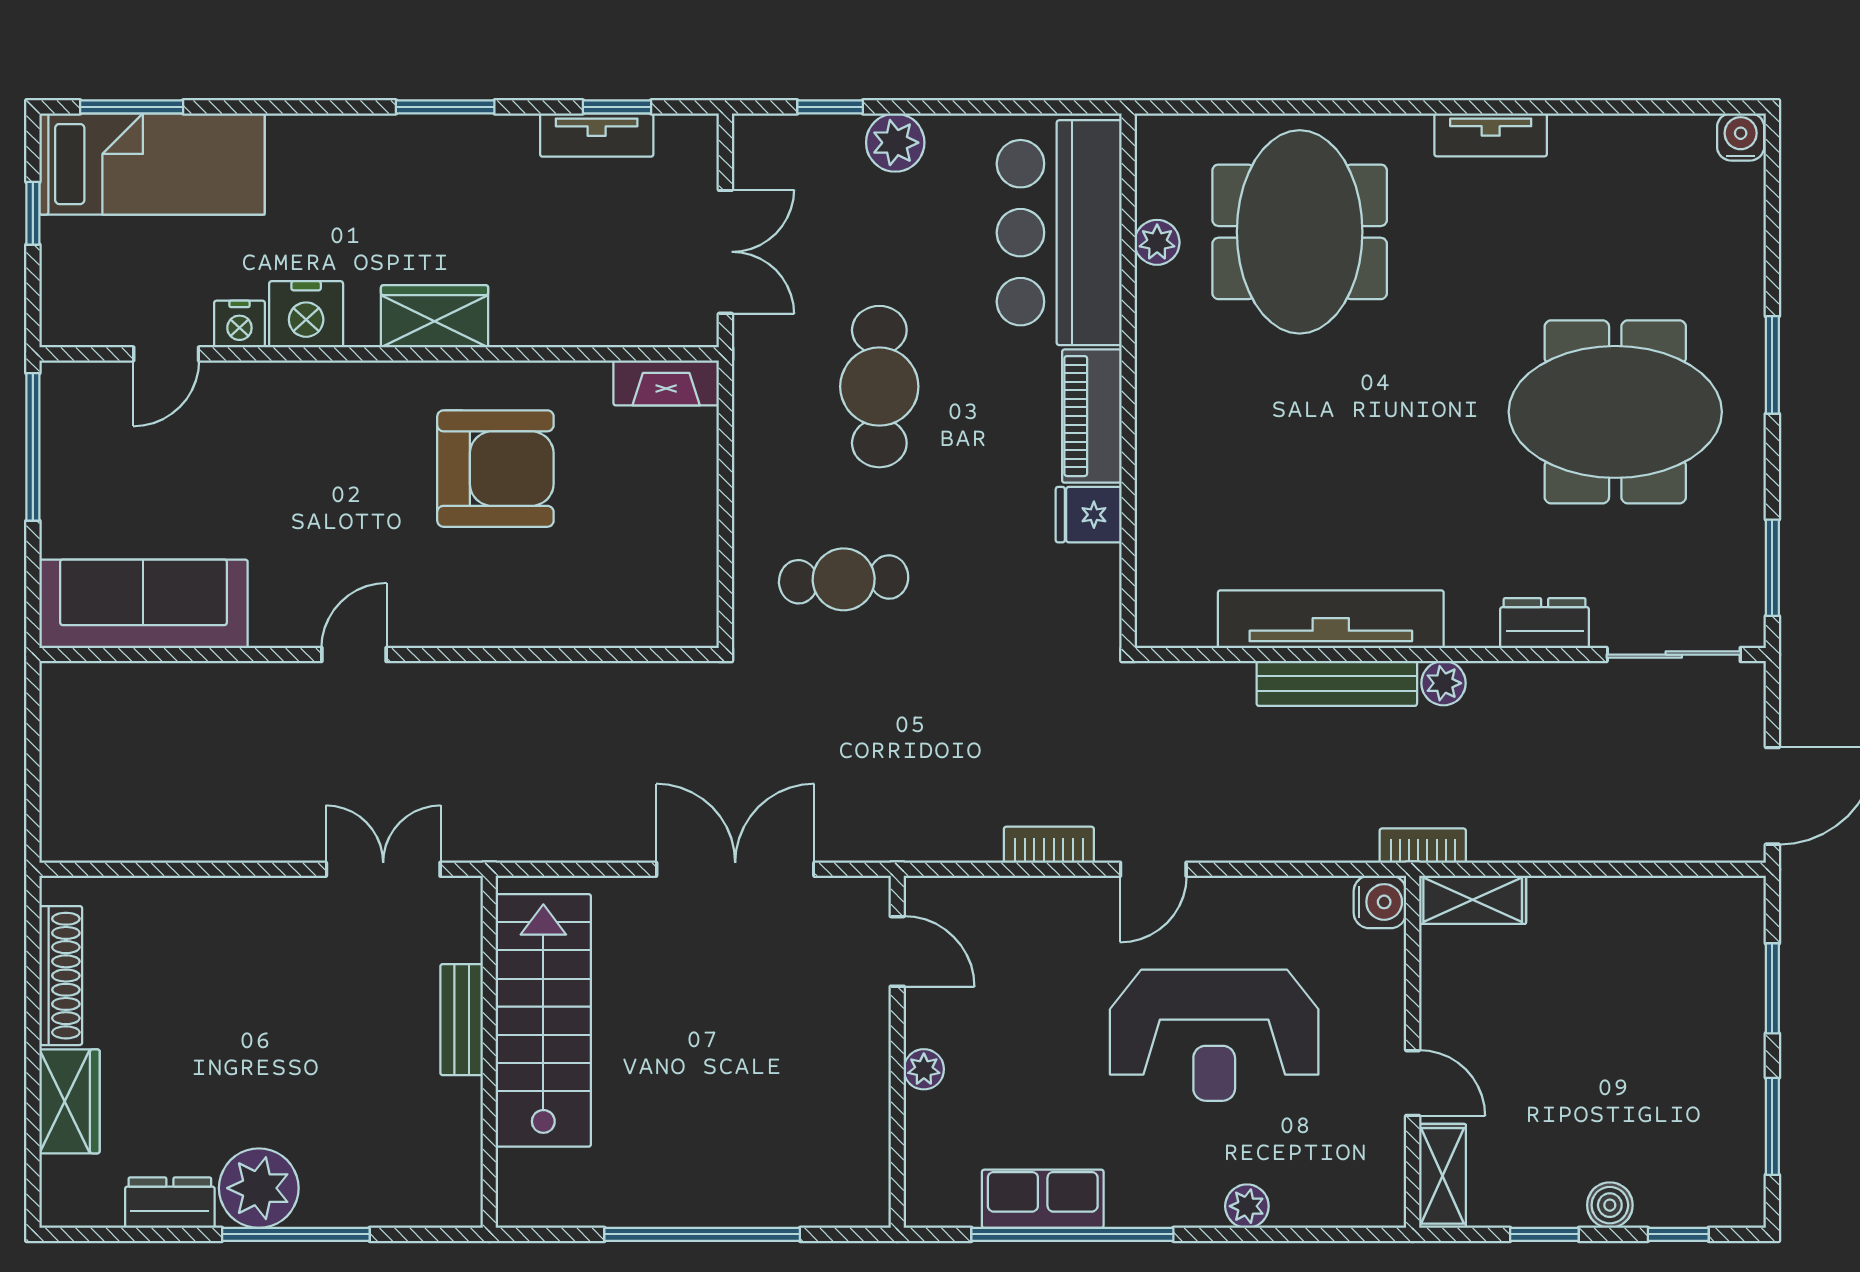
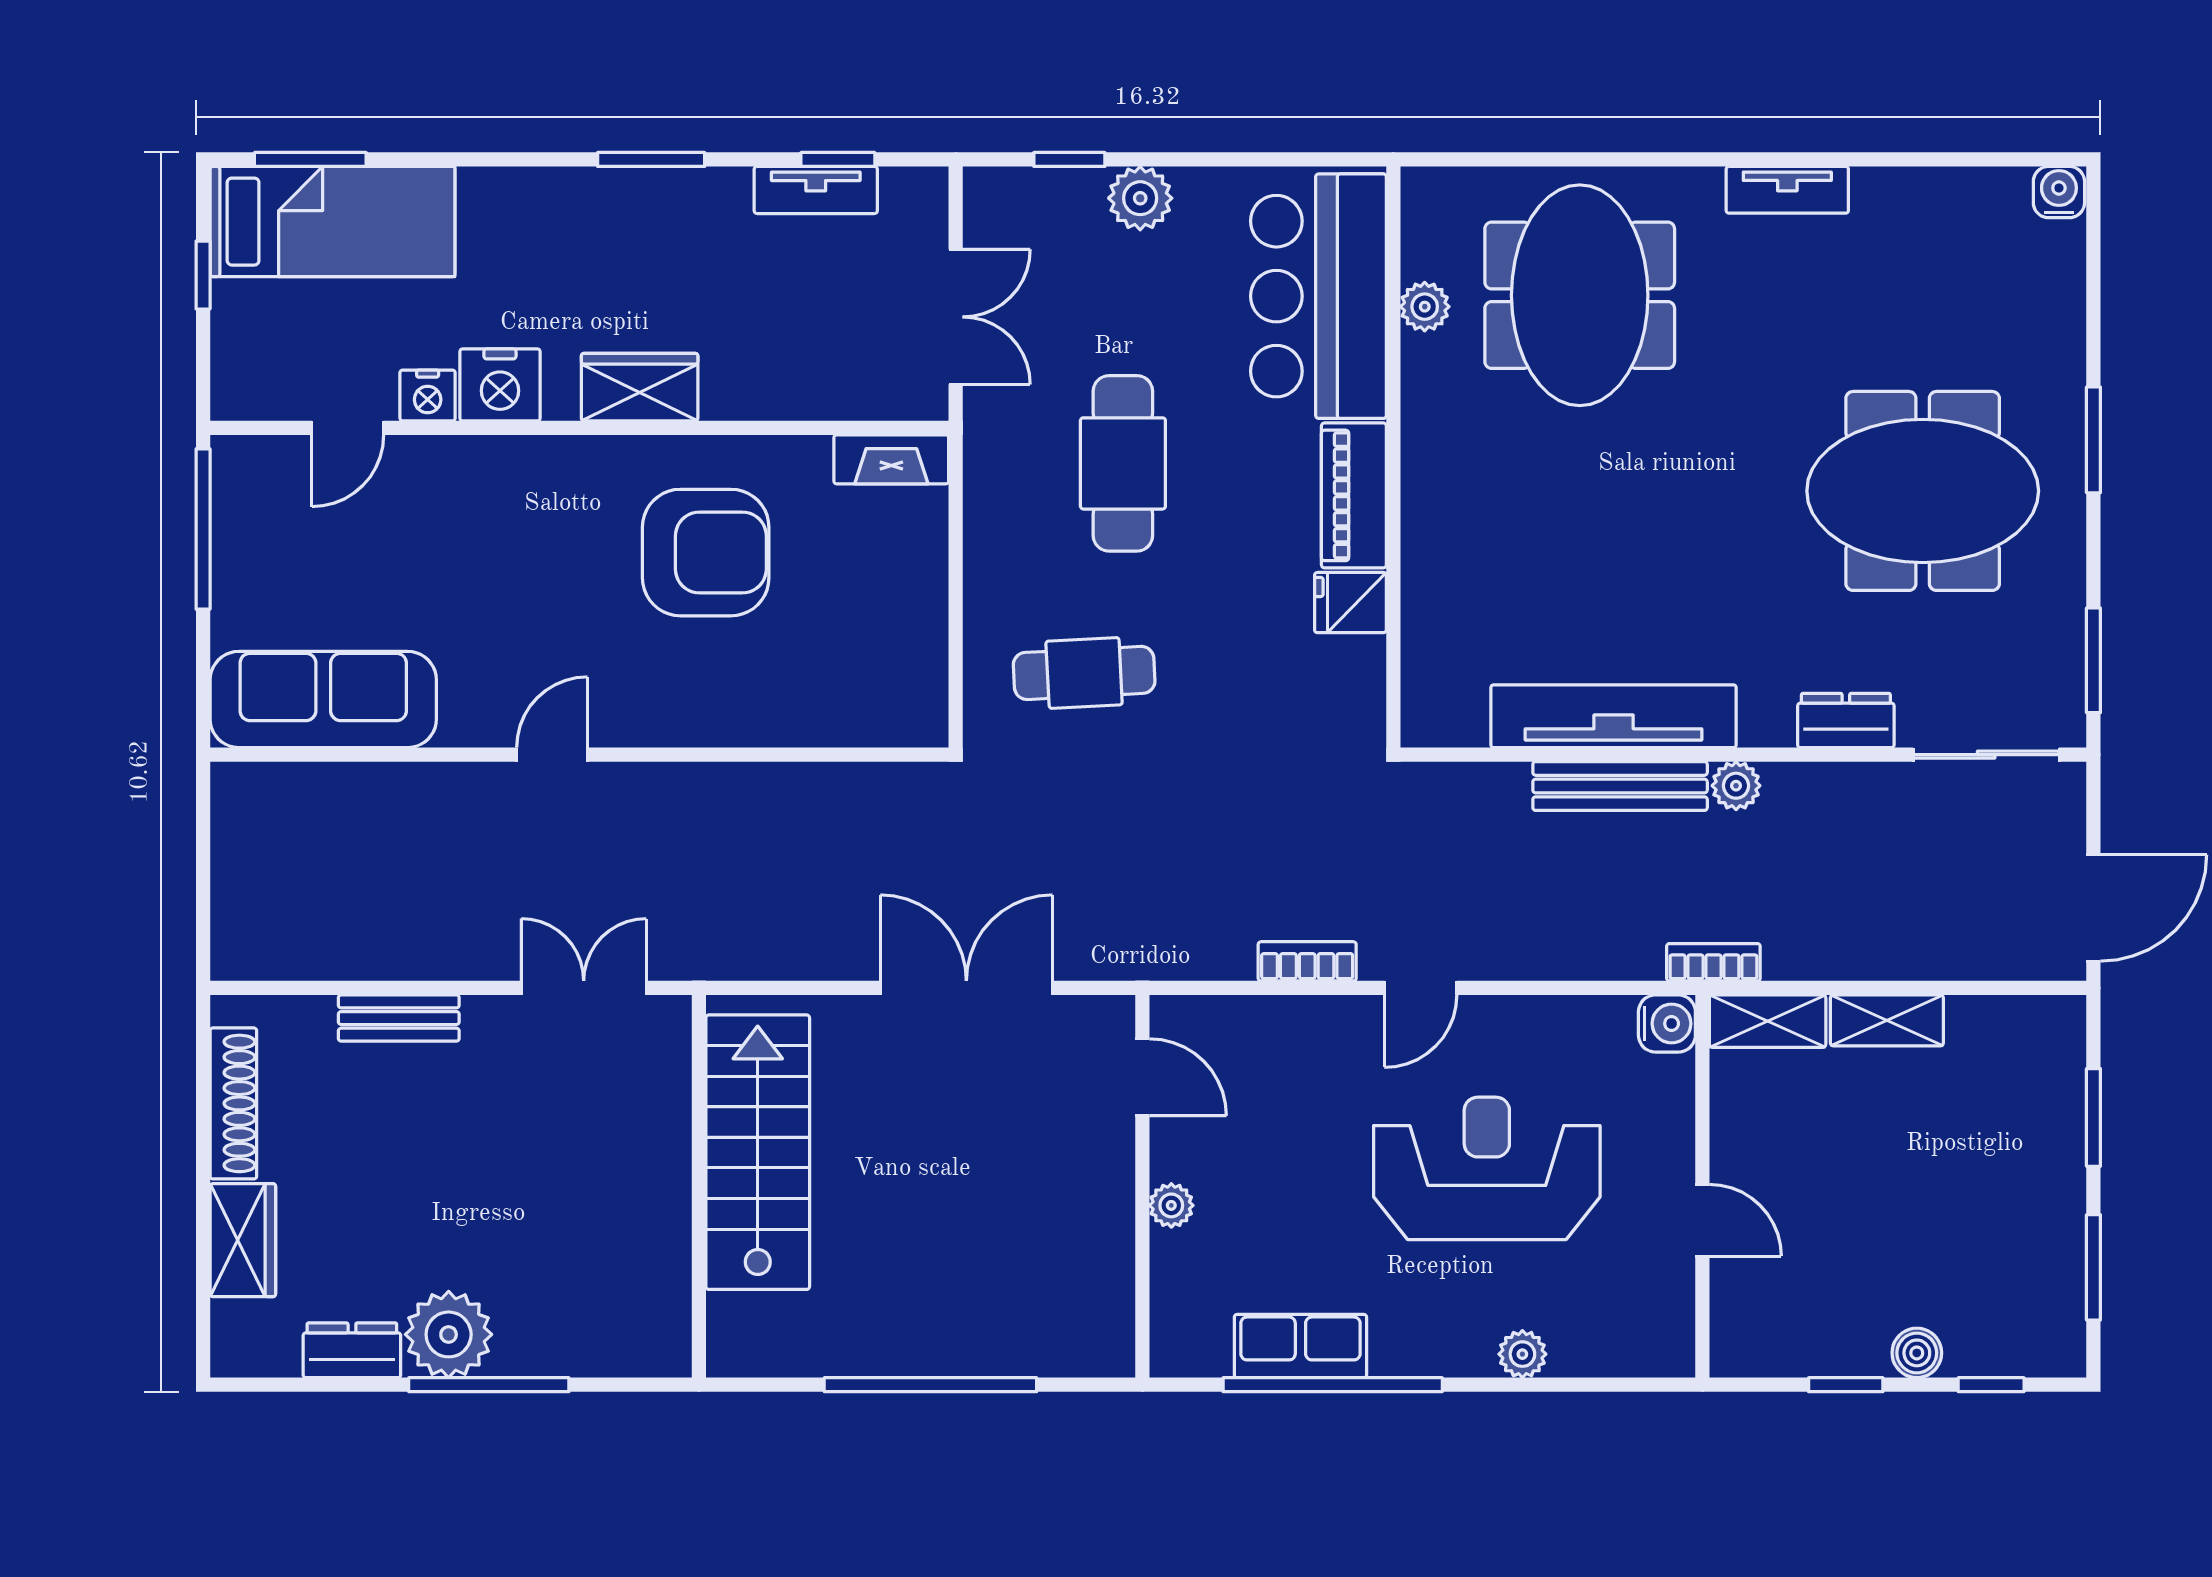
bench: (462, 1020) -> (399, 1018), moved, turned 90
reception desk: (1214, 1035) -> (1487, 1168), turned 180
shelving: (1442, 1176) -> (1887, 1020), moved, turned 90

